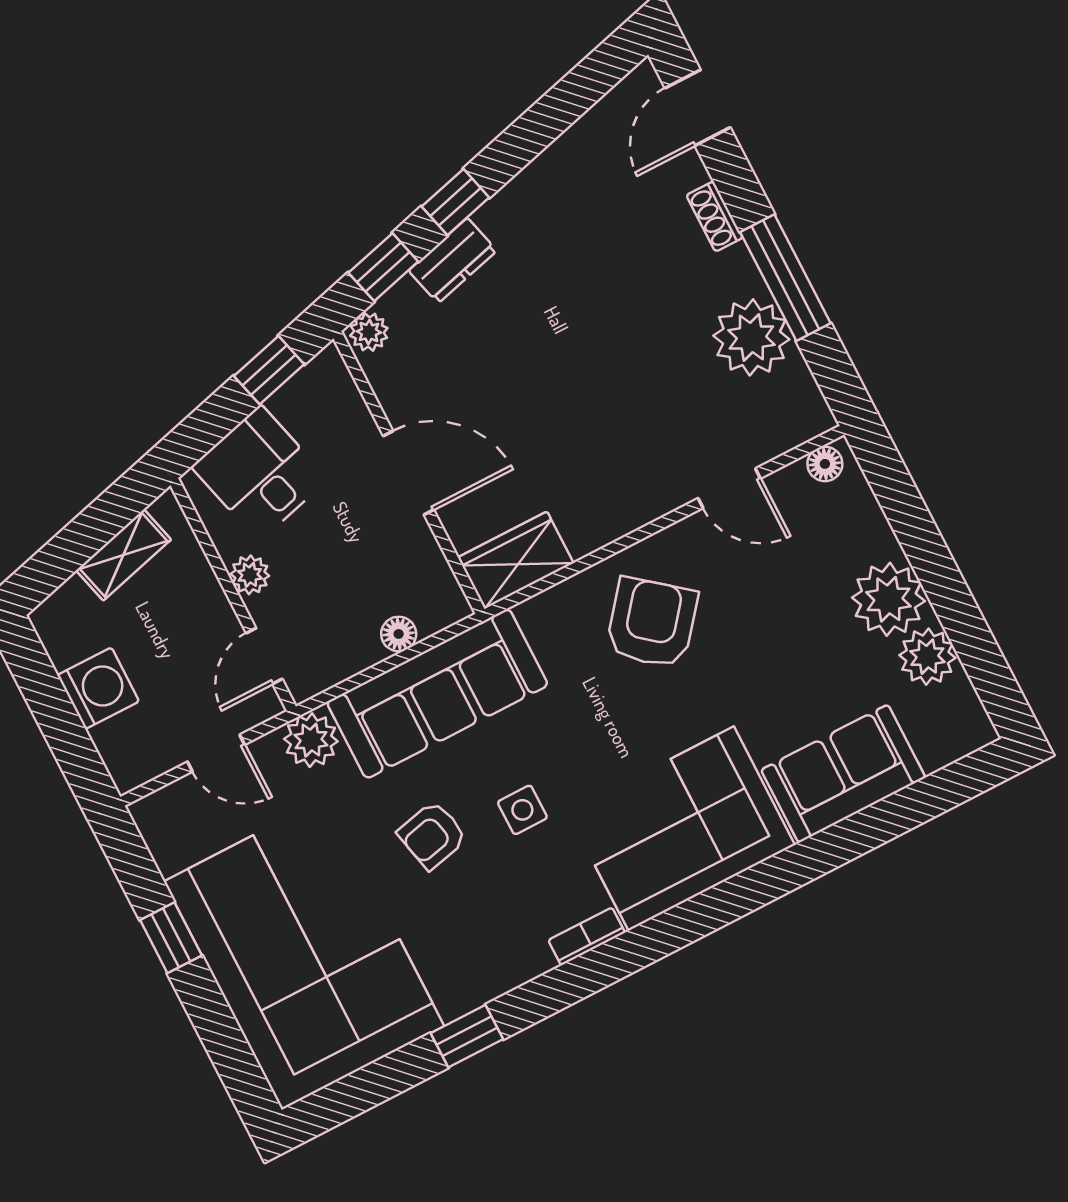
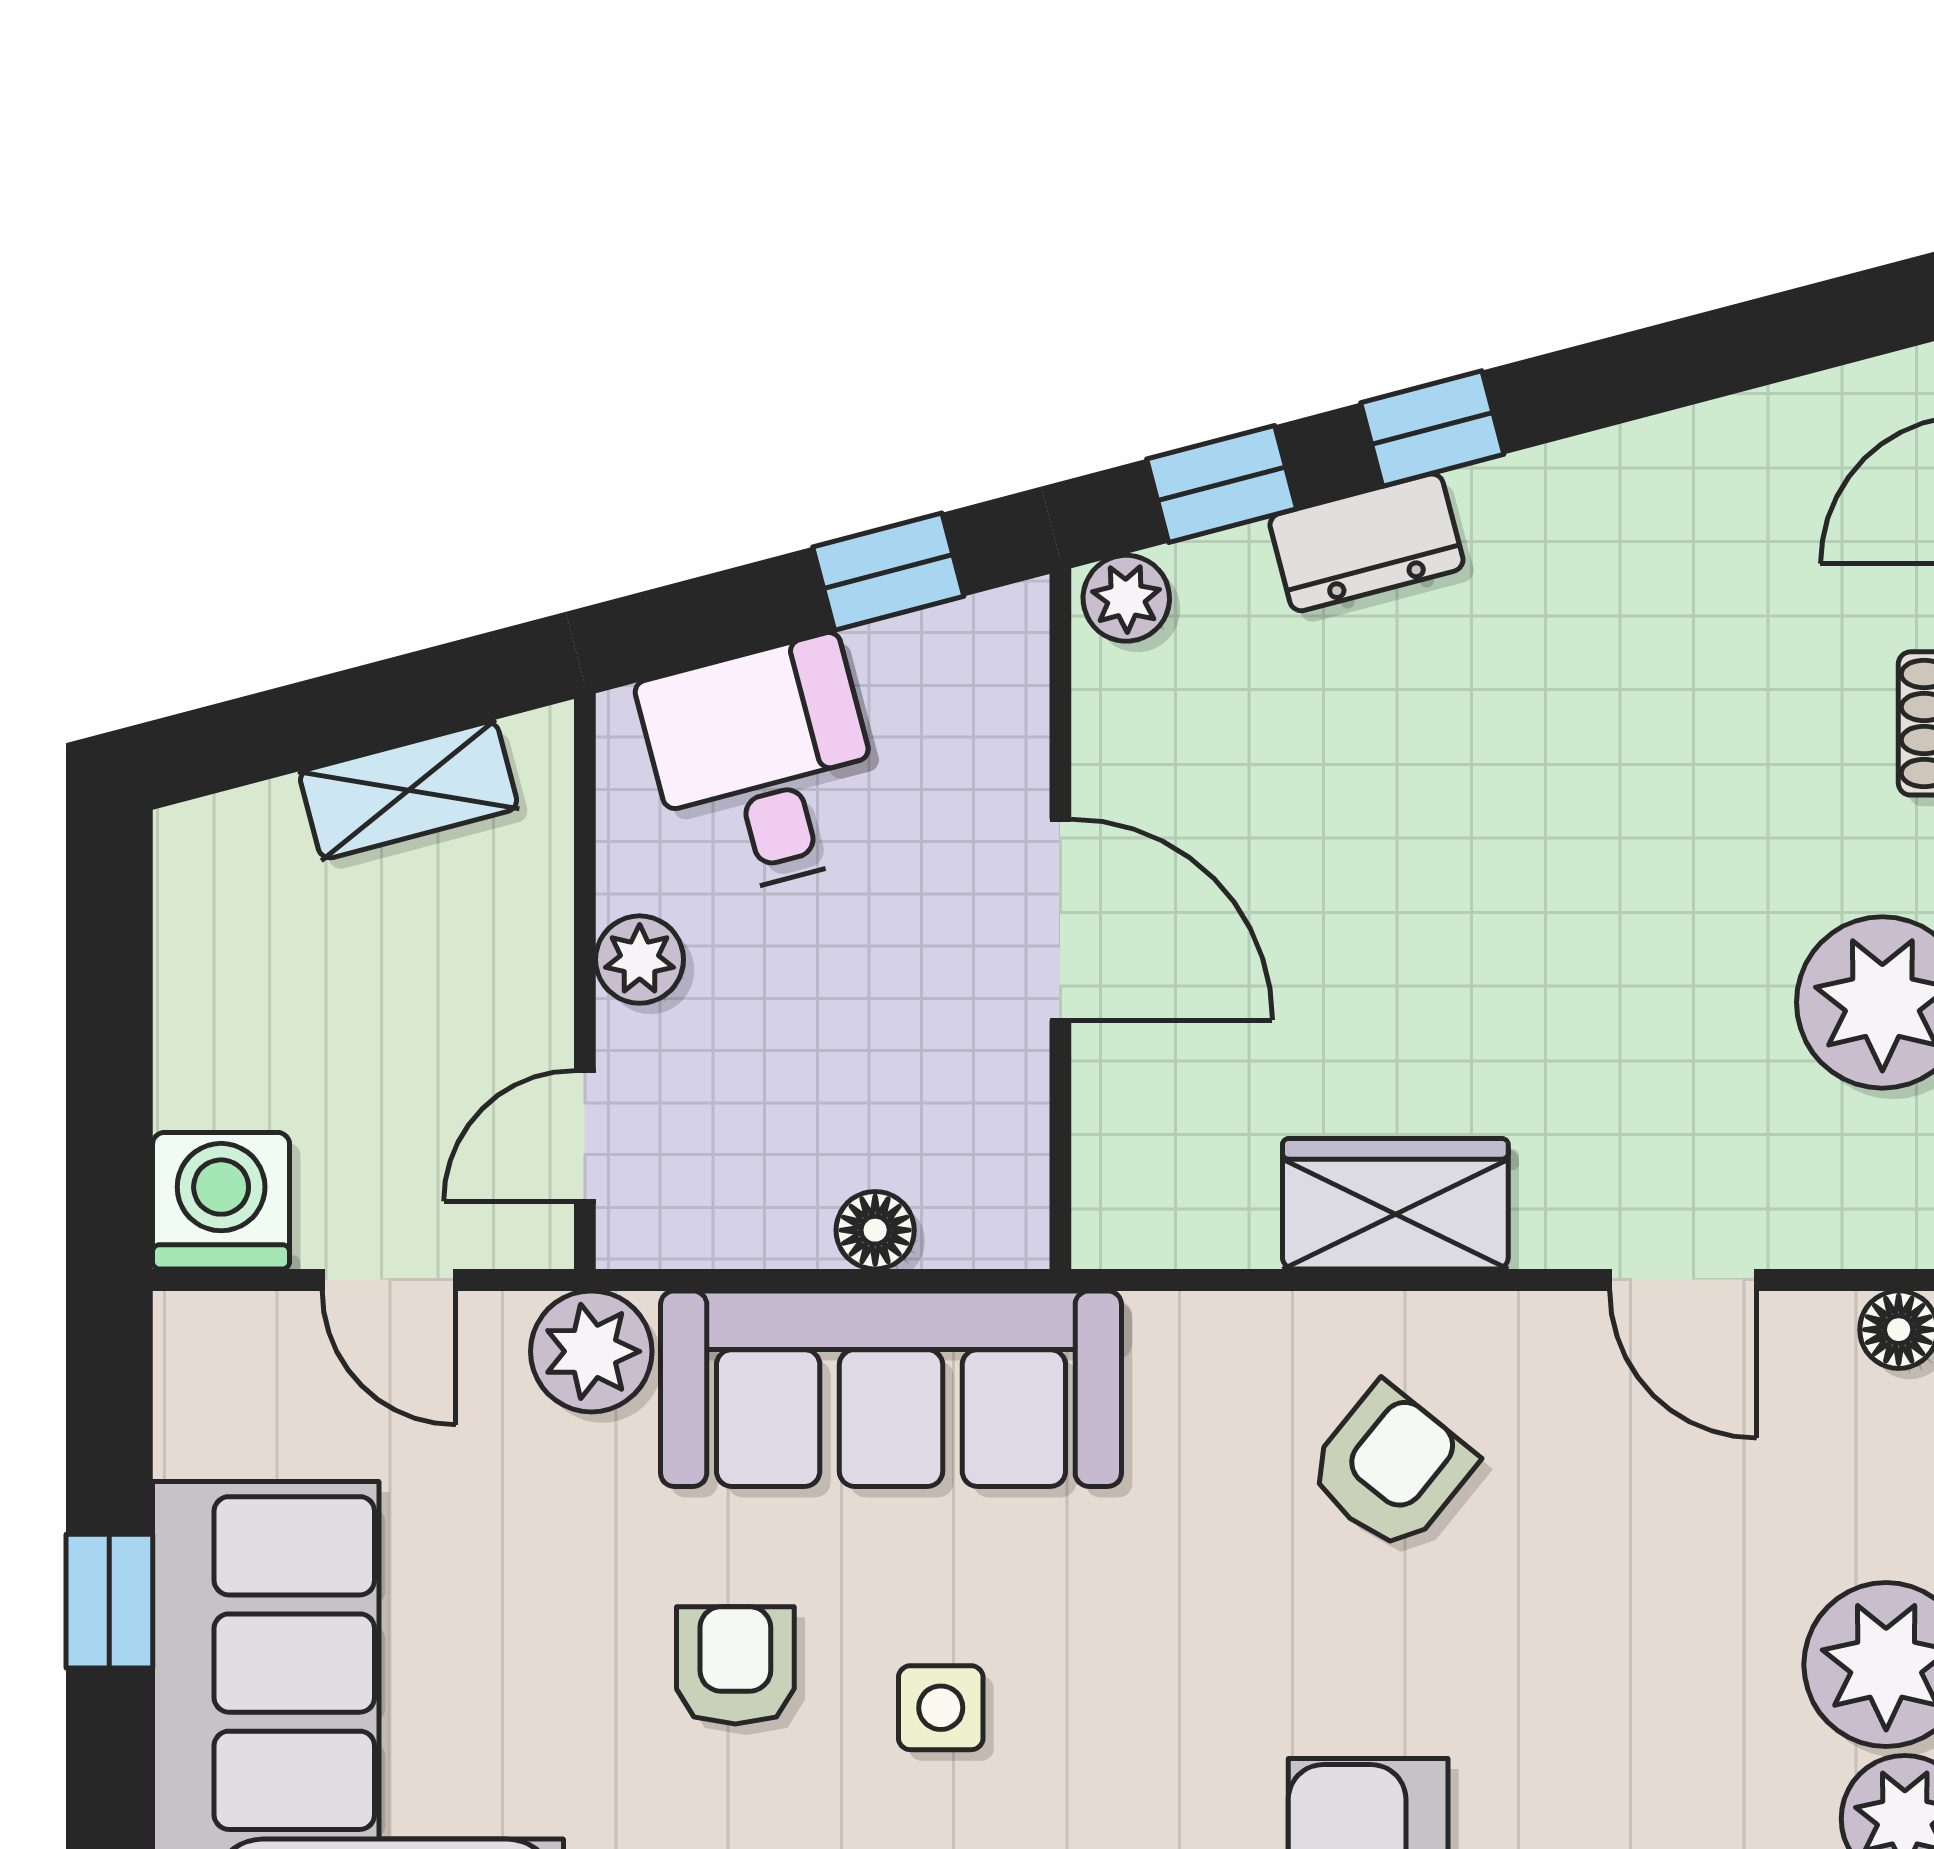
wardrobe: (516, 560) -> (1395, 1204), moved
armchair: (652, 623) -> (1391, 1468), width x0.72, depth x0.72
washing machine: (98, 688) -> (221, 1201), moved, turned -90
armchair: (432, 835) -> (735, 1665), turned 103

